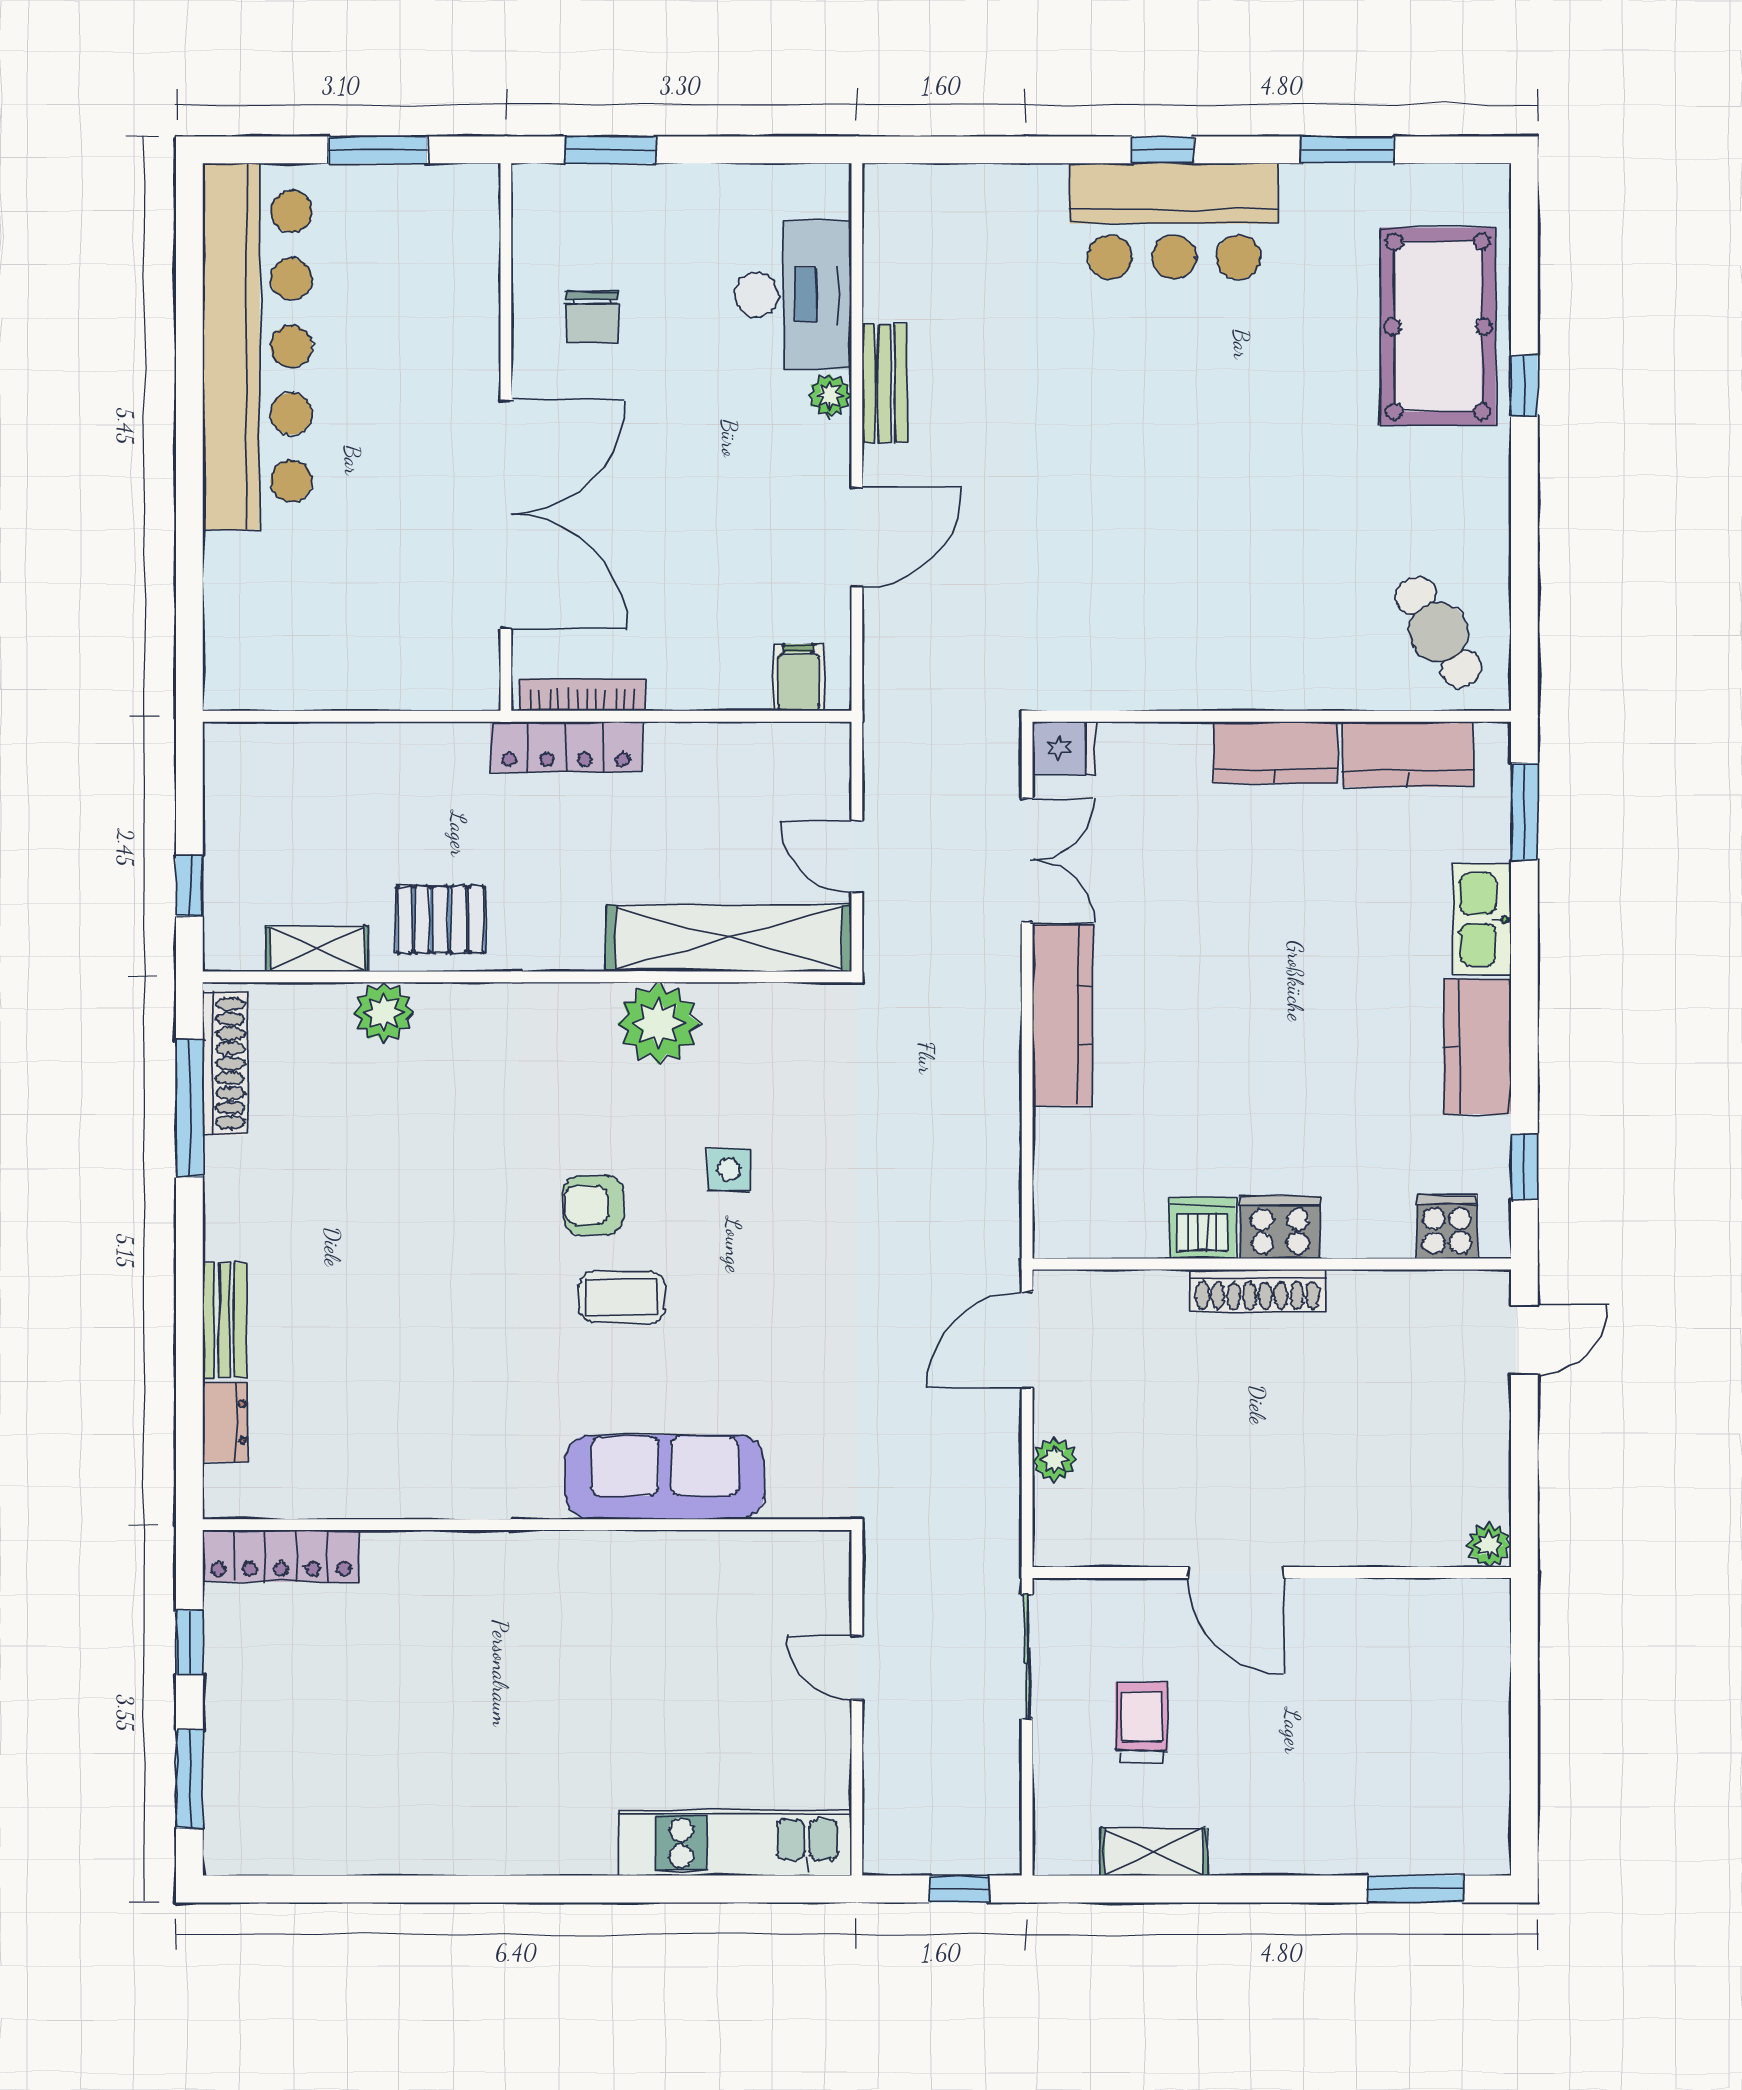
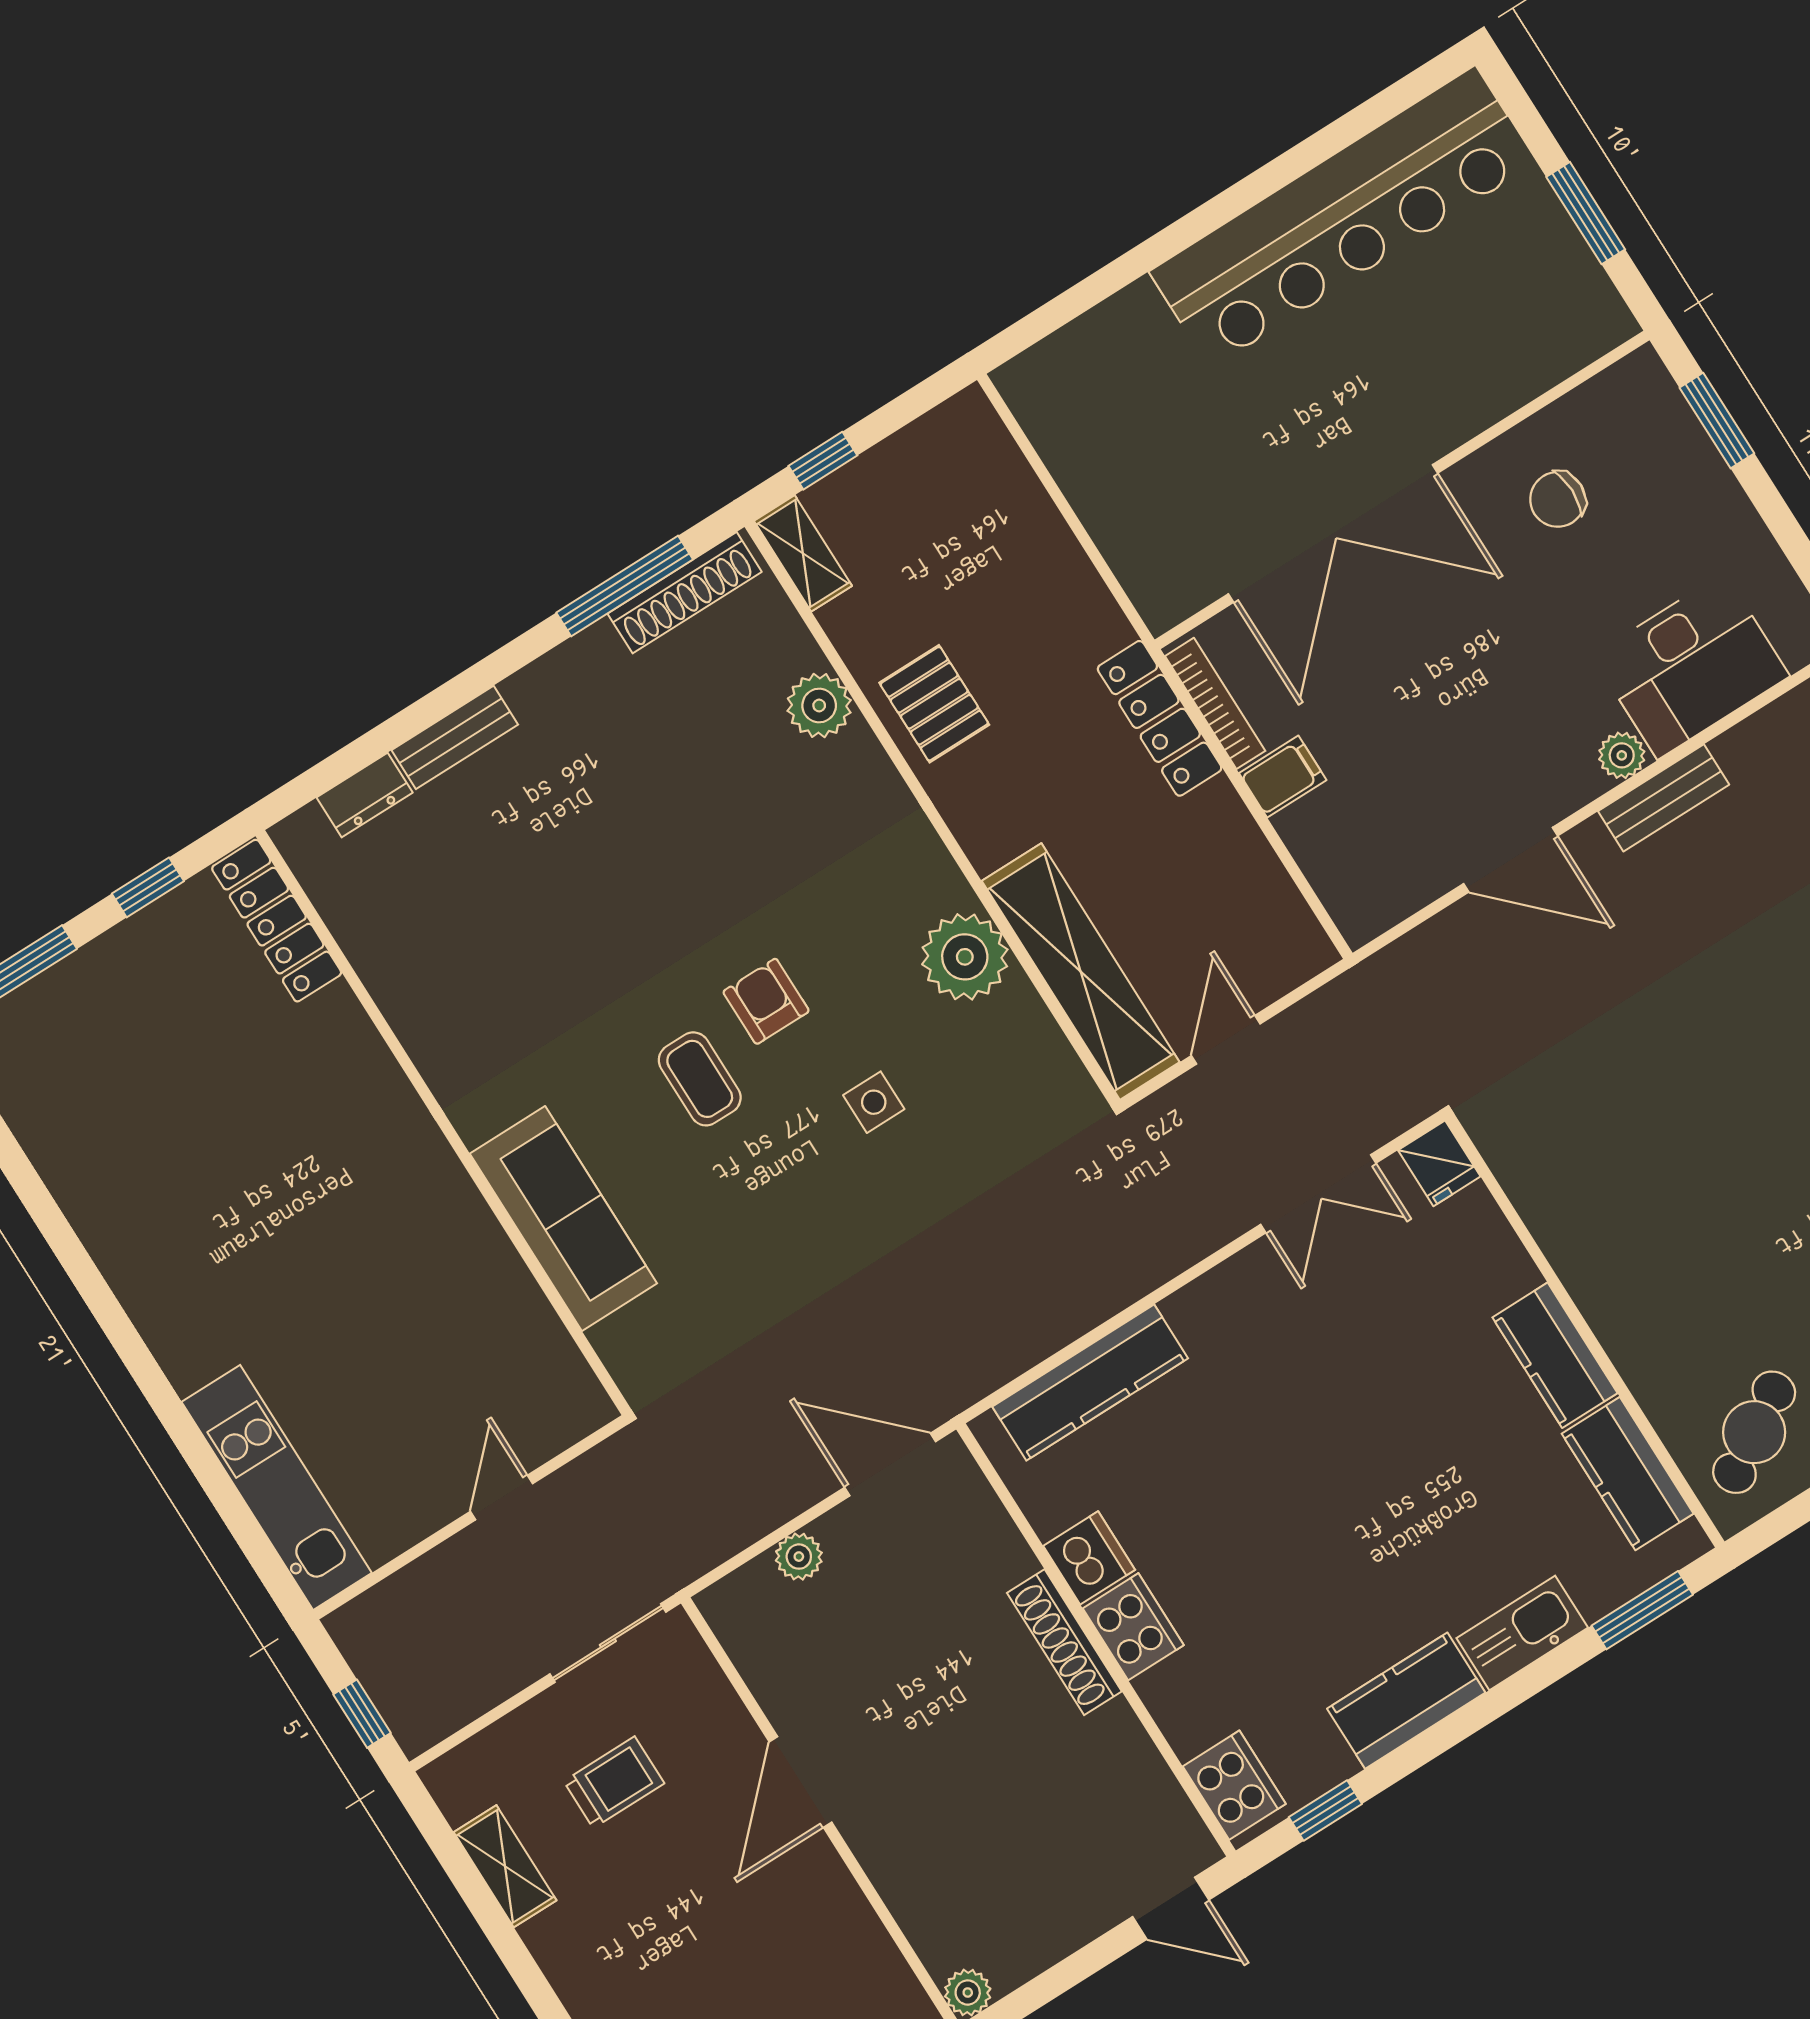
filing cabinet: (799, 678) -> (1283, 777), moved
shelving: (317, 949) -> (803, 553), moved
kitchen counter: (1063, 1015) -> (1090, 1382), moved
cooker: (1447, 1227) -> (1234, 1785), width x1.36

